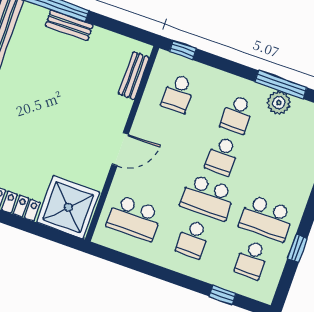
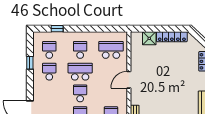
shower: (68, 207) -> (149, 38), width x0.54, depth x0.54
school desk: (266, 218) -> (49, 72), width x0.54

